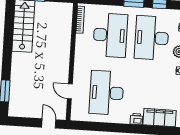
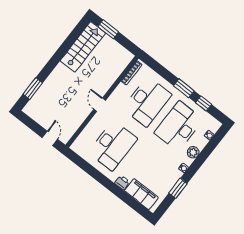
door: (70, 91) -> (100, 105), moved
desk: (107, 93) -> (113, 145), turned 180

